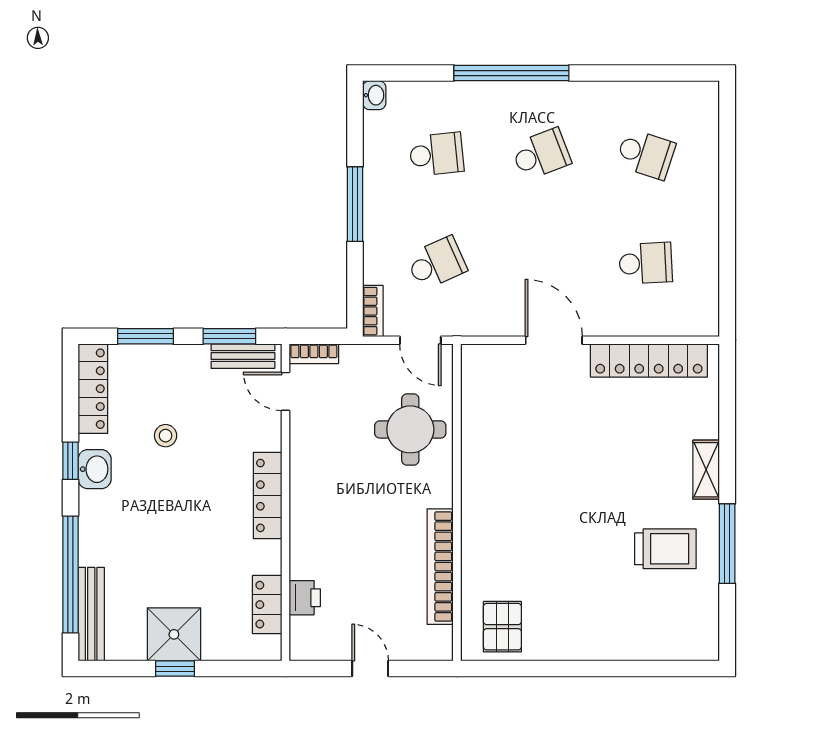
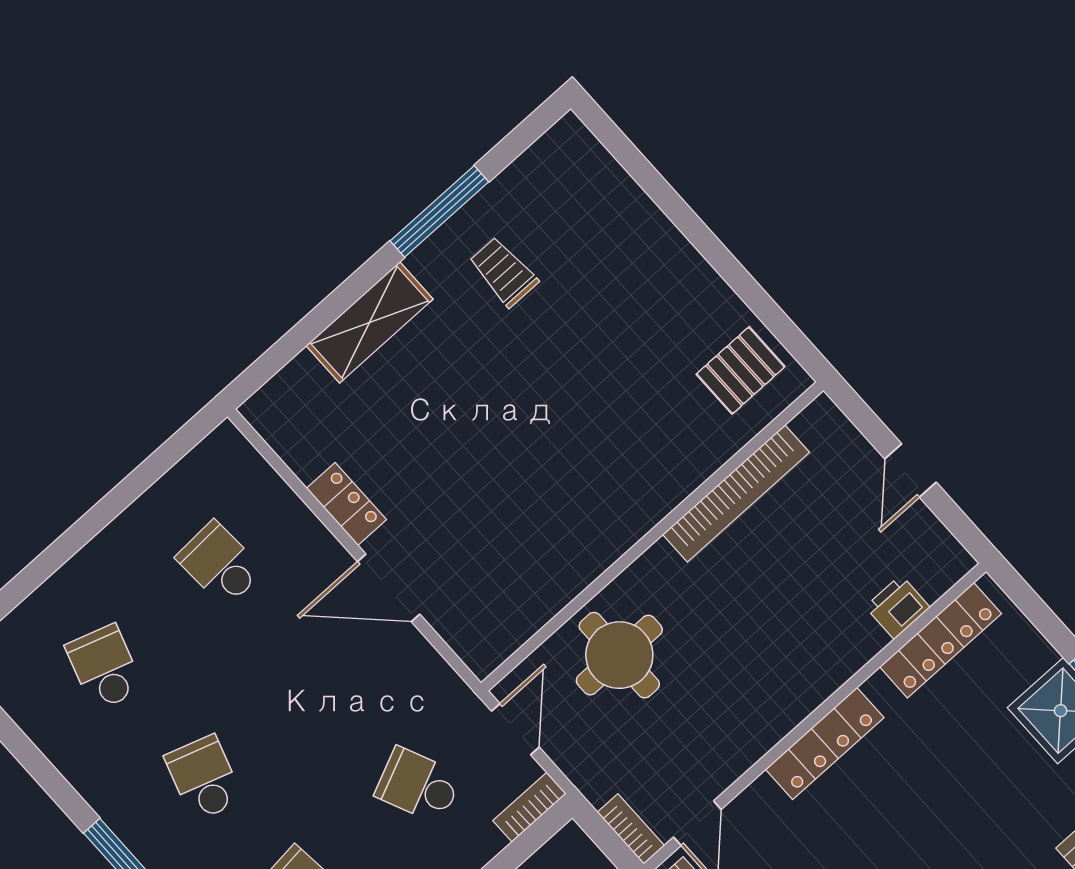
school desk: (541, 154) -> (204, 778), turned 39
door: (554, 340) -> (389, 588), hinge flipped
locker: (649, 360) -> (346, 504), width x0.46, depth x0.83
shelving: (706, 470) -> (370, 322), width x1.50, depth x1.33
trolley: (665, 549) -> (503, 272), width x0.73, depth x0.72
locker: (267, 605) -> (941, 640), width x1.53

